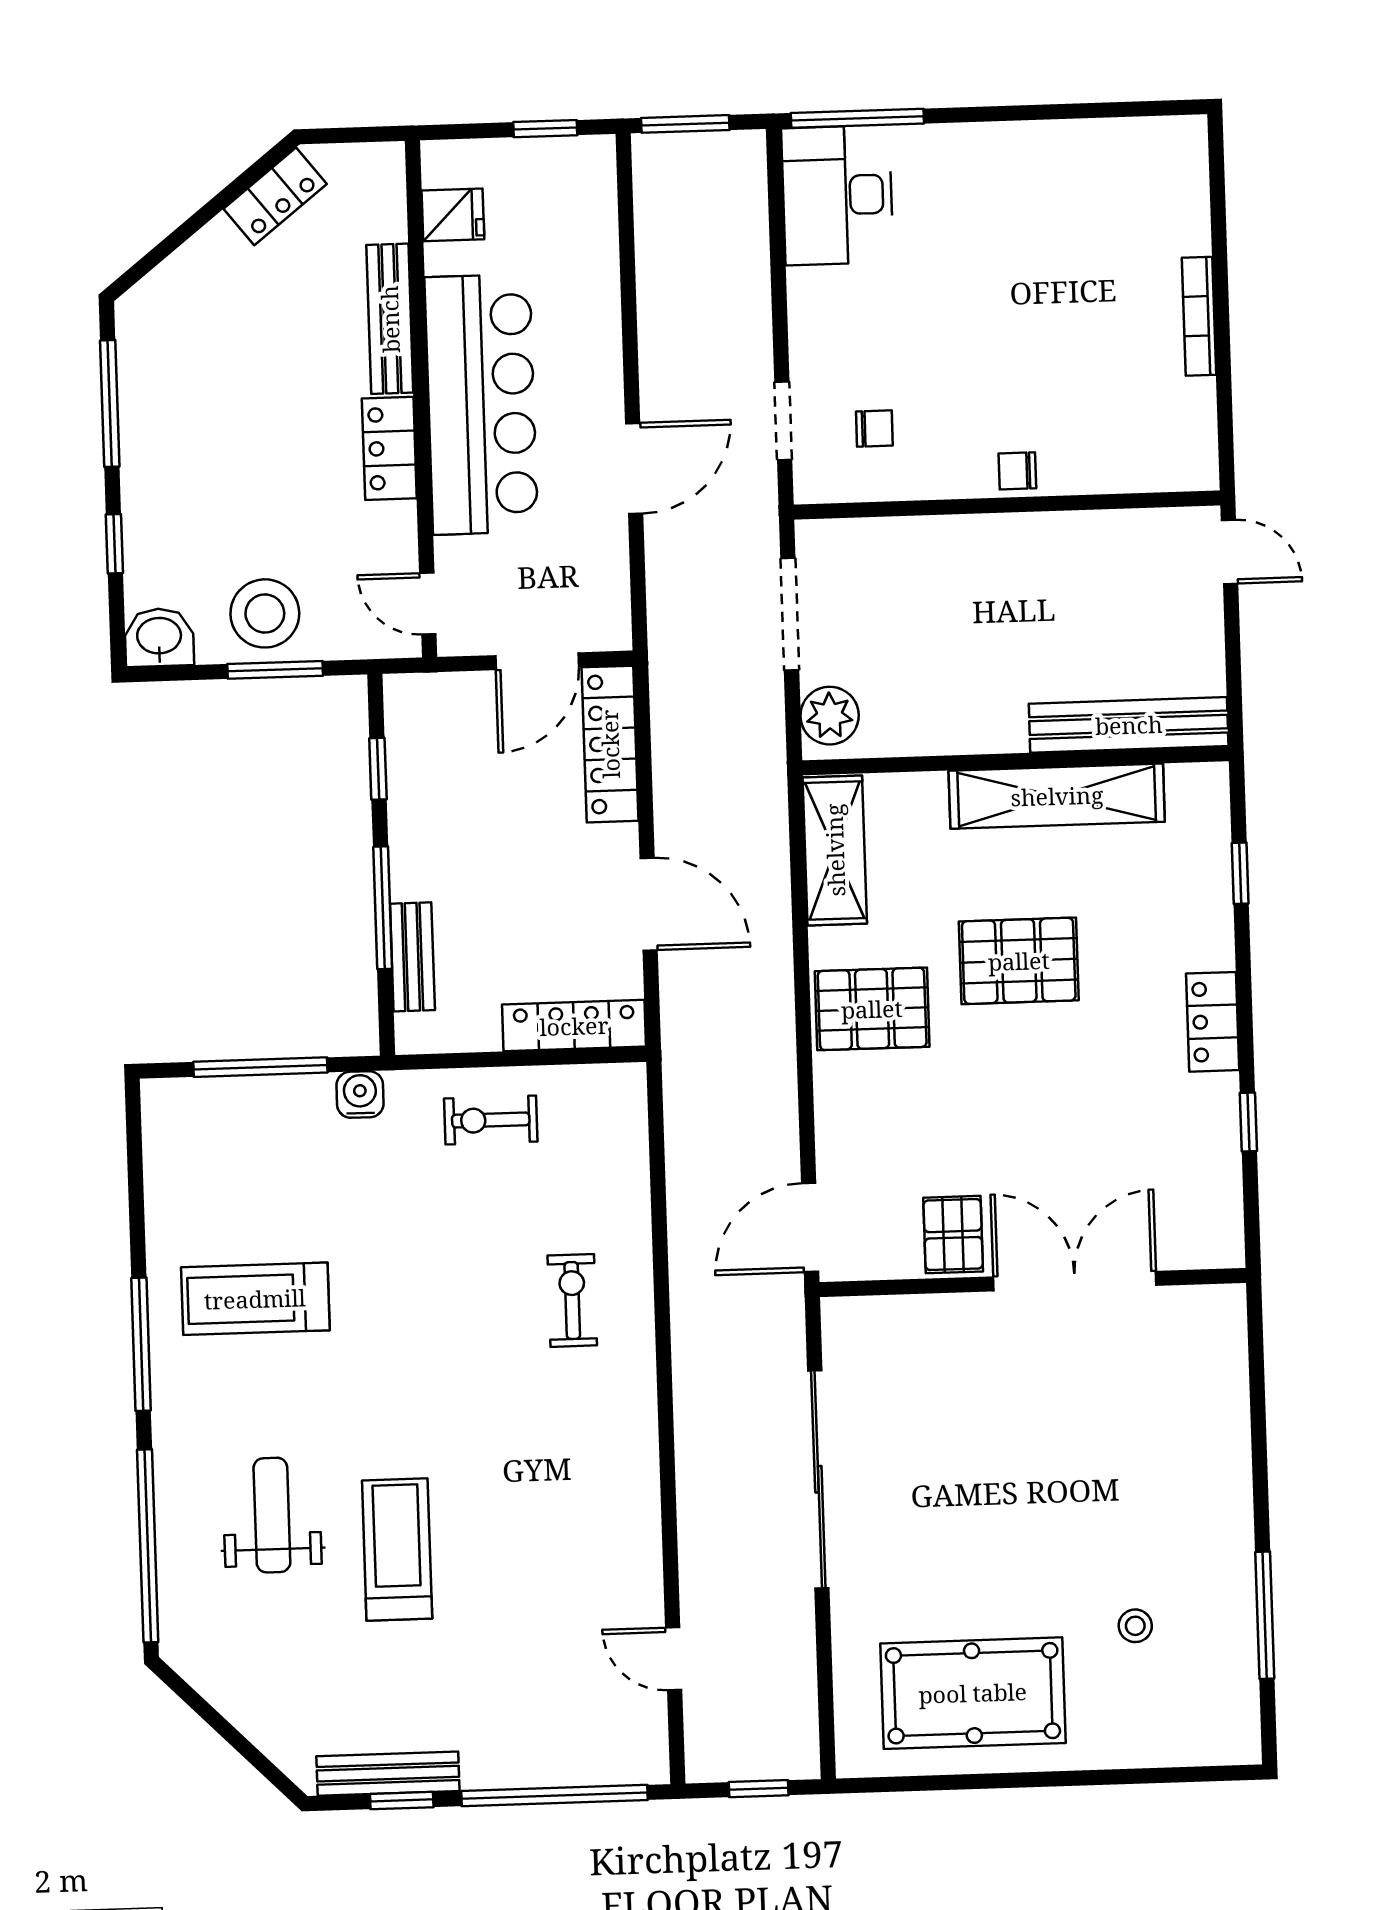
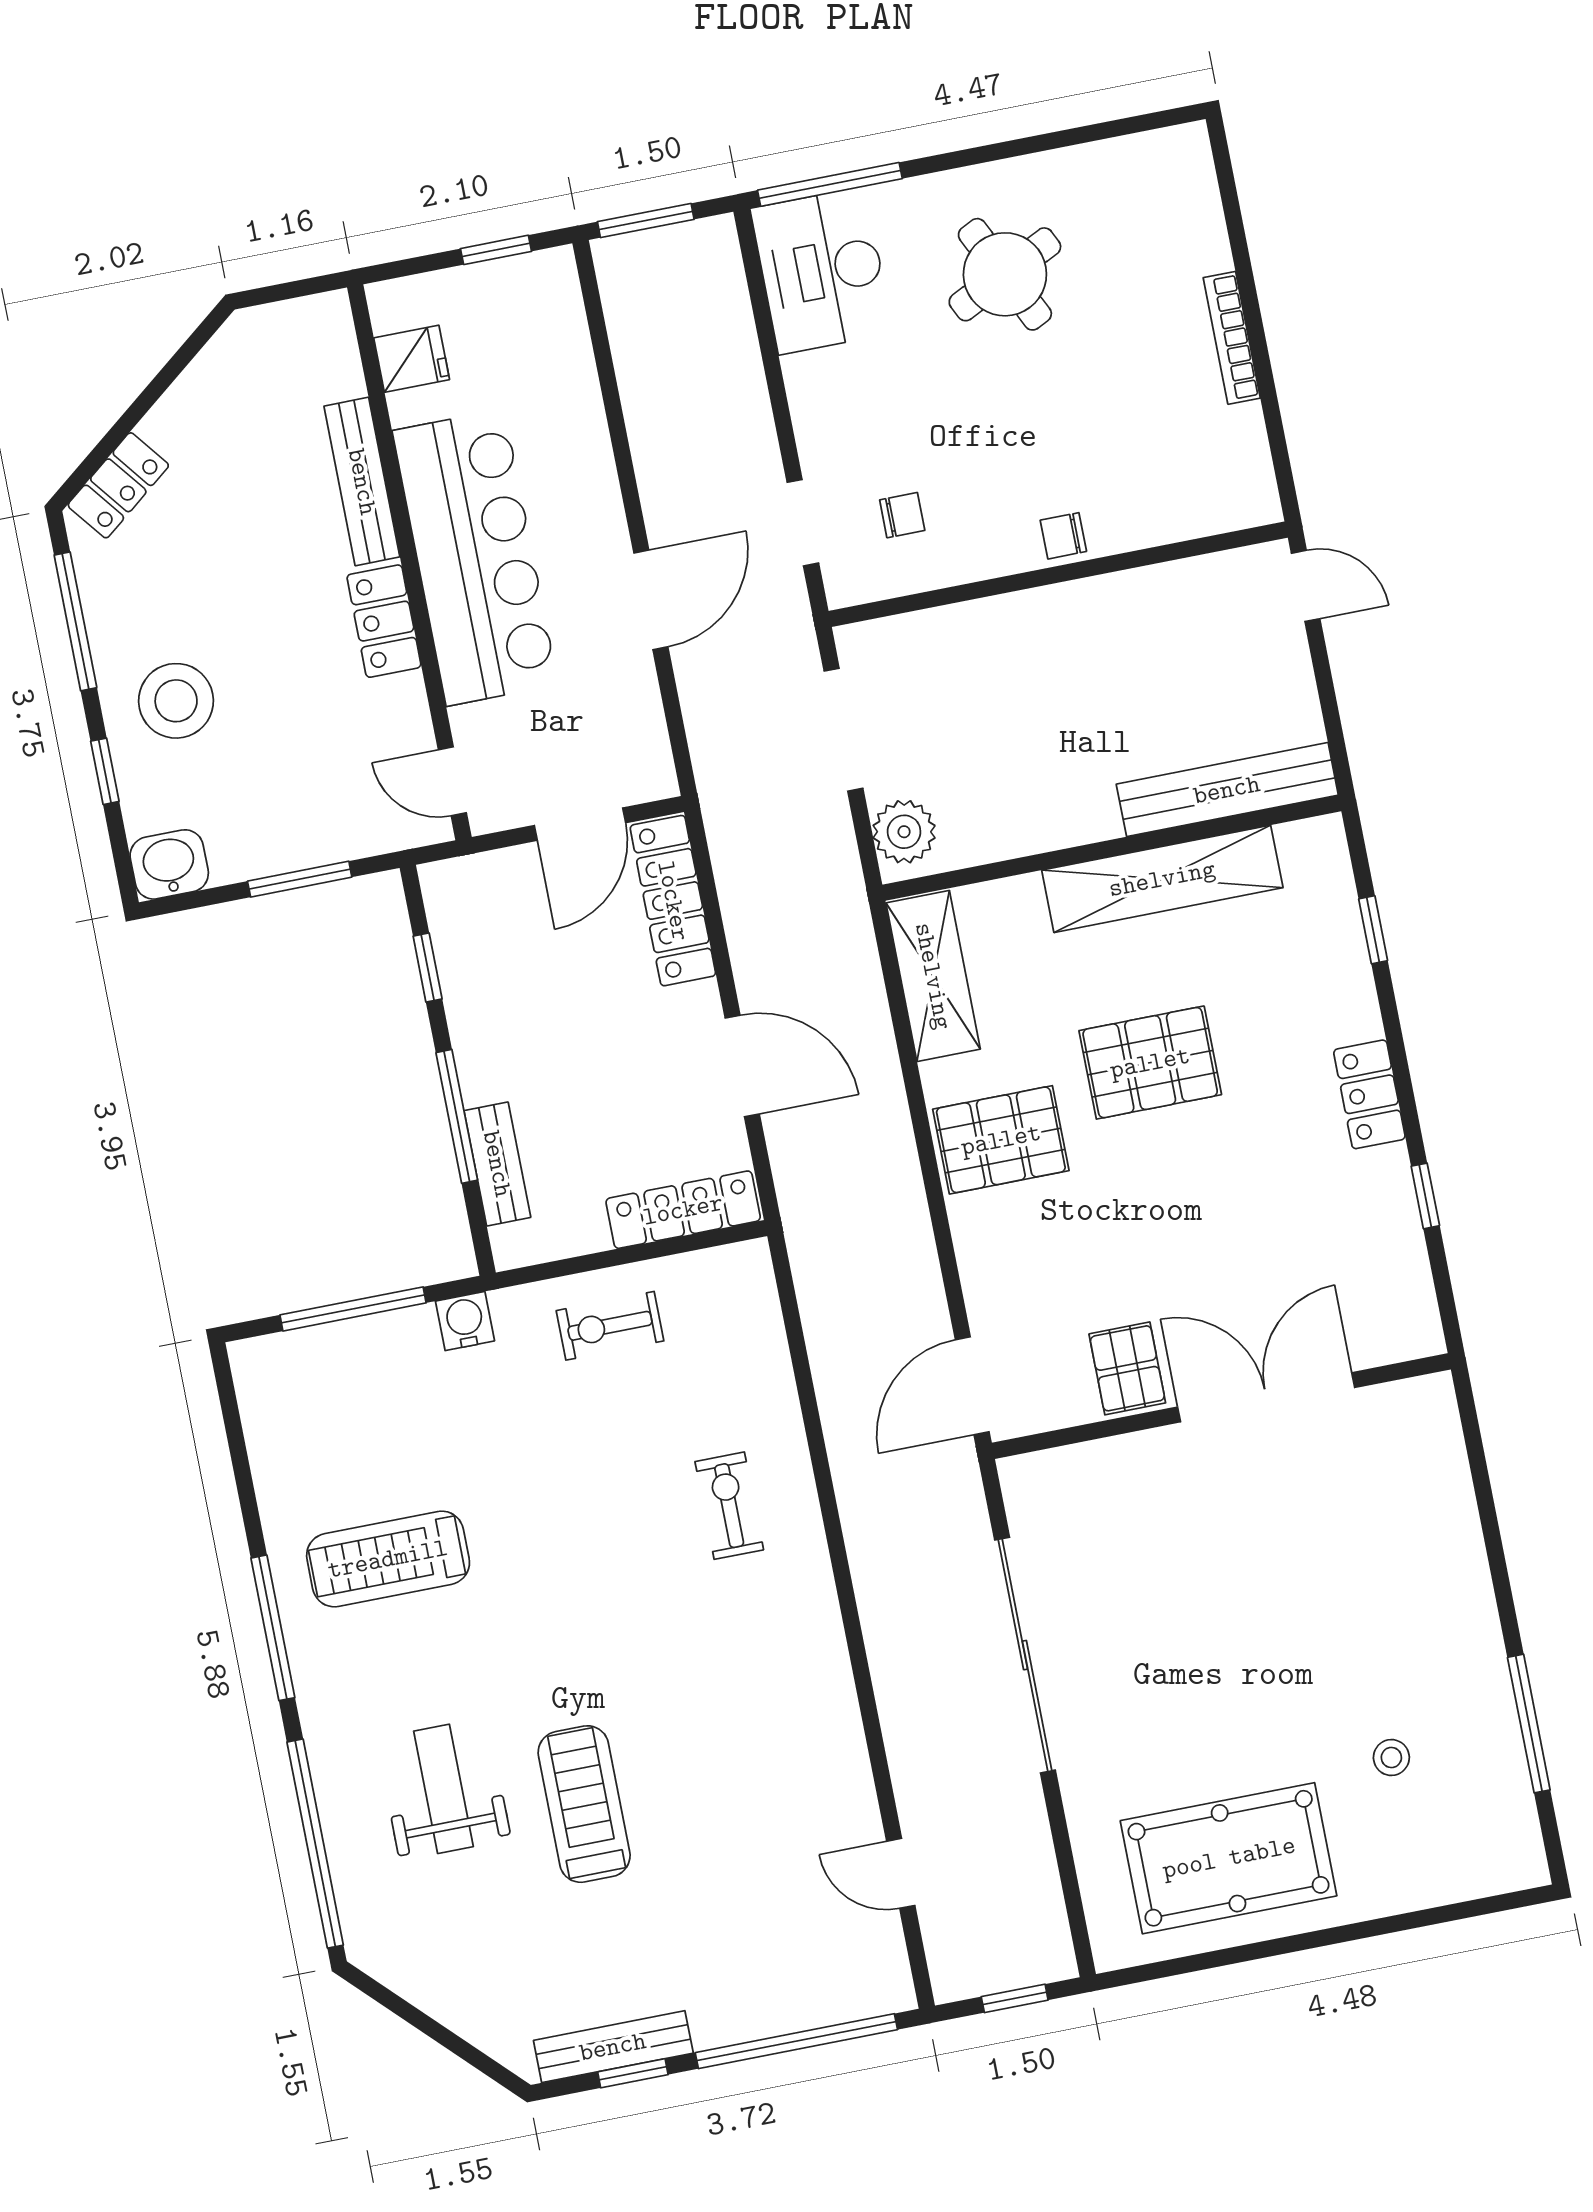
locker: (275, 196) -> (118, 485), moved
round table: (1003, 225) -> (1005, 274), added
stool: (265, 613) -> (176, 701), moved

